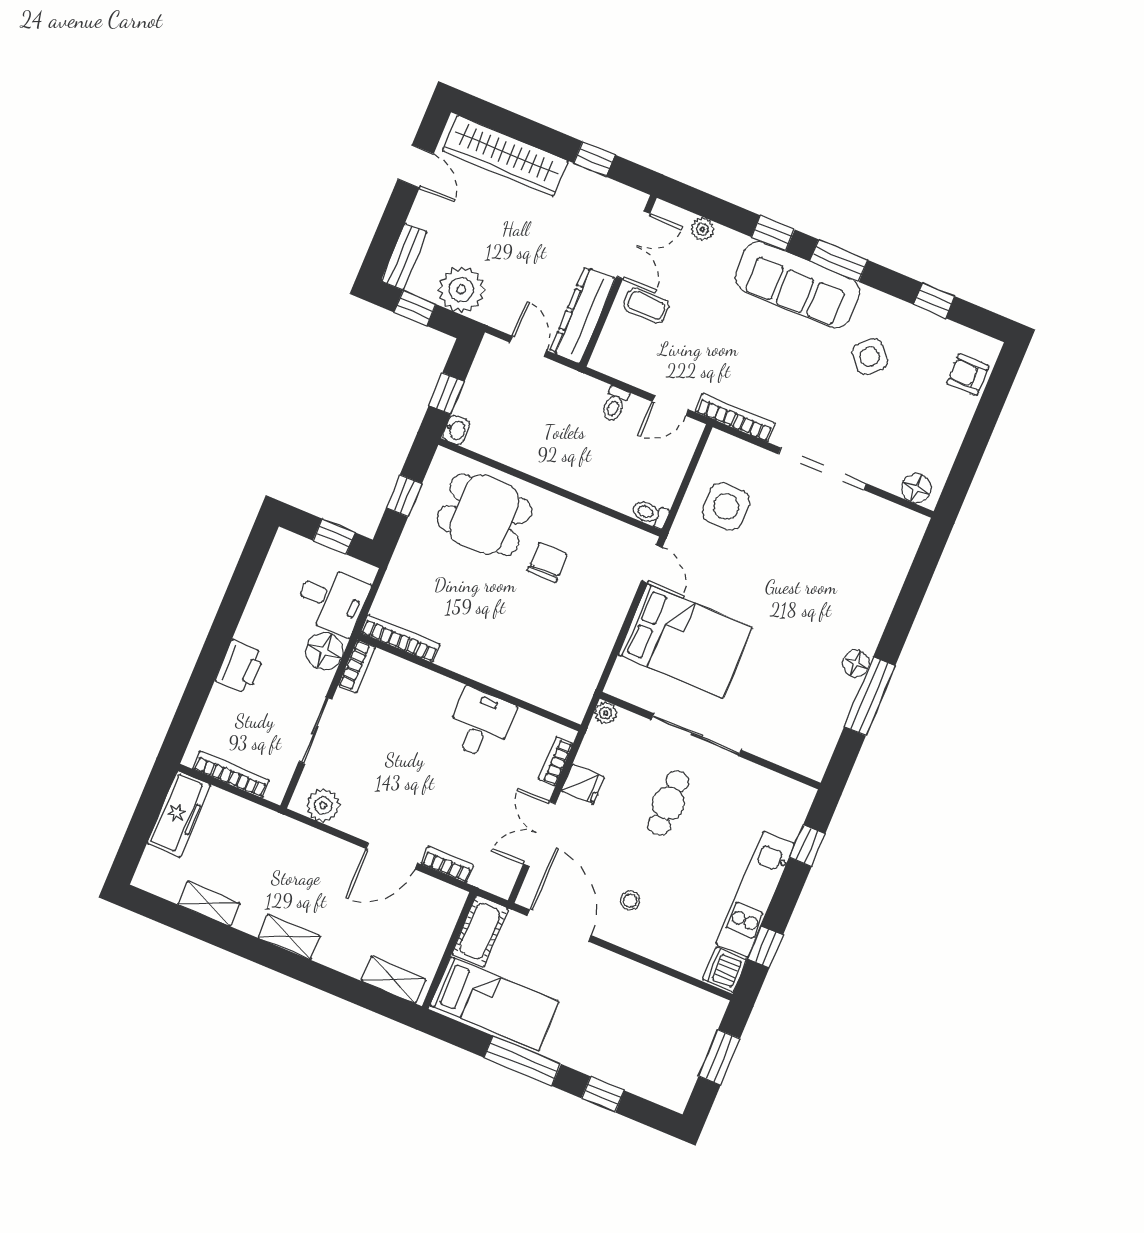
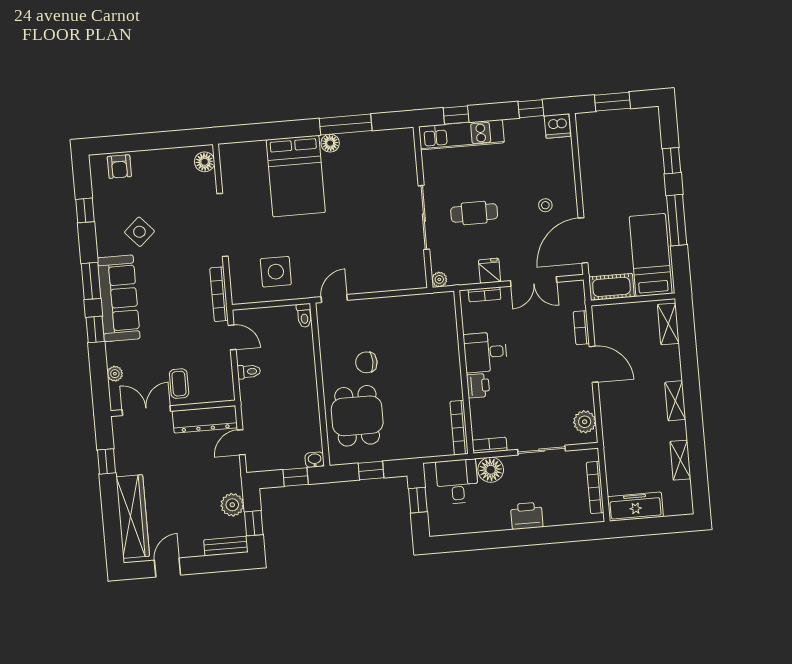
plant: (461, 289) -> (232, 505), width x0.73, depth x0.73
bed: (685, 641) -> (296, 176), moved, turned 180
printer: (442, 692) -> (478, 386), added
kitchen unit: (756, 894) -> (461, 135), moved

